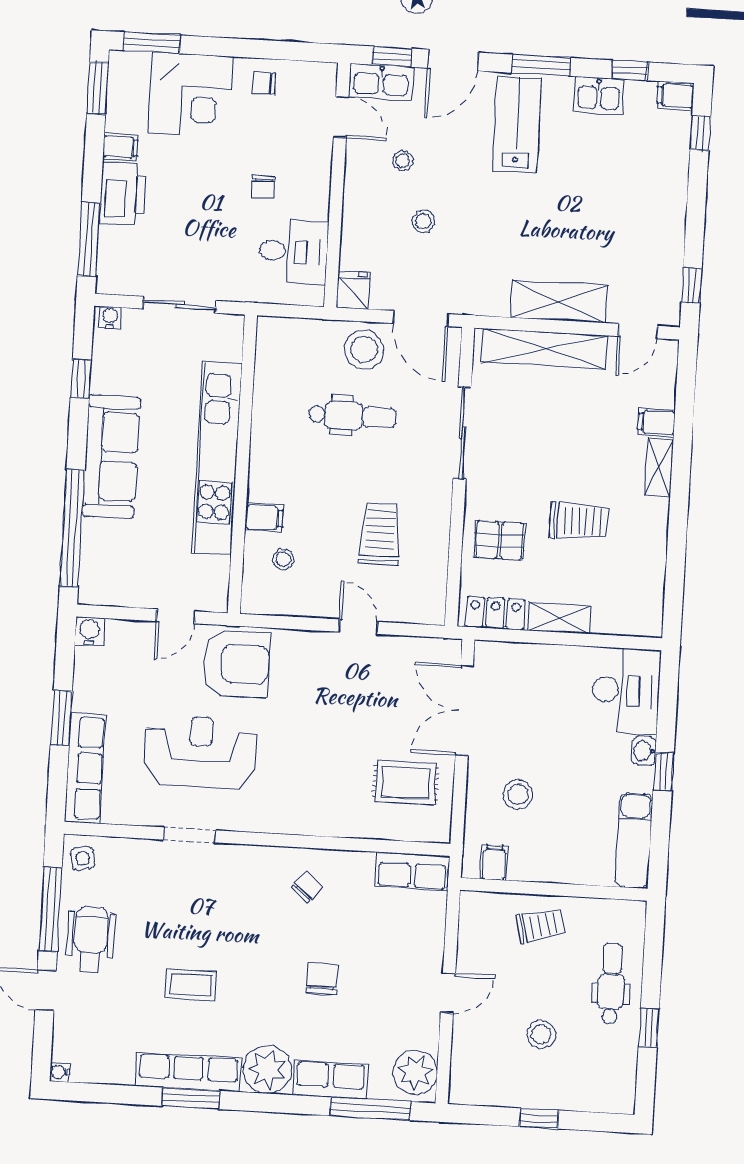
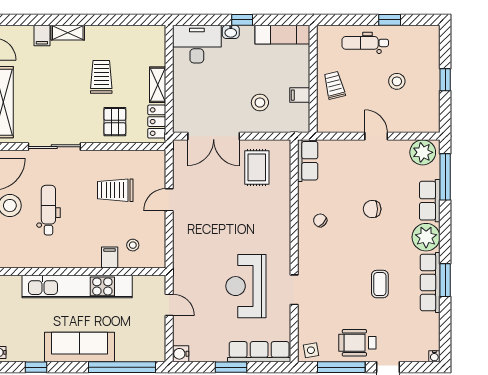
armchair: (236, 664) -> (194, 269), removed
filing cabinet: (494, 862) -> (300, 95), moved

